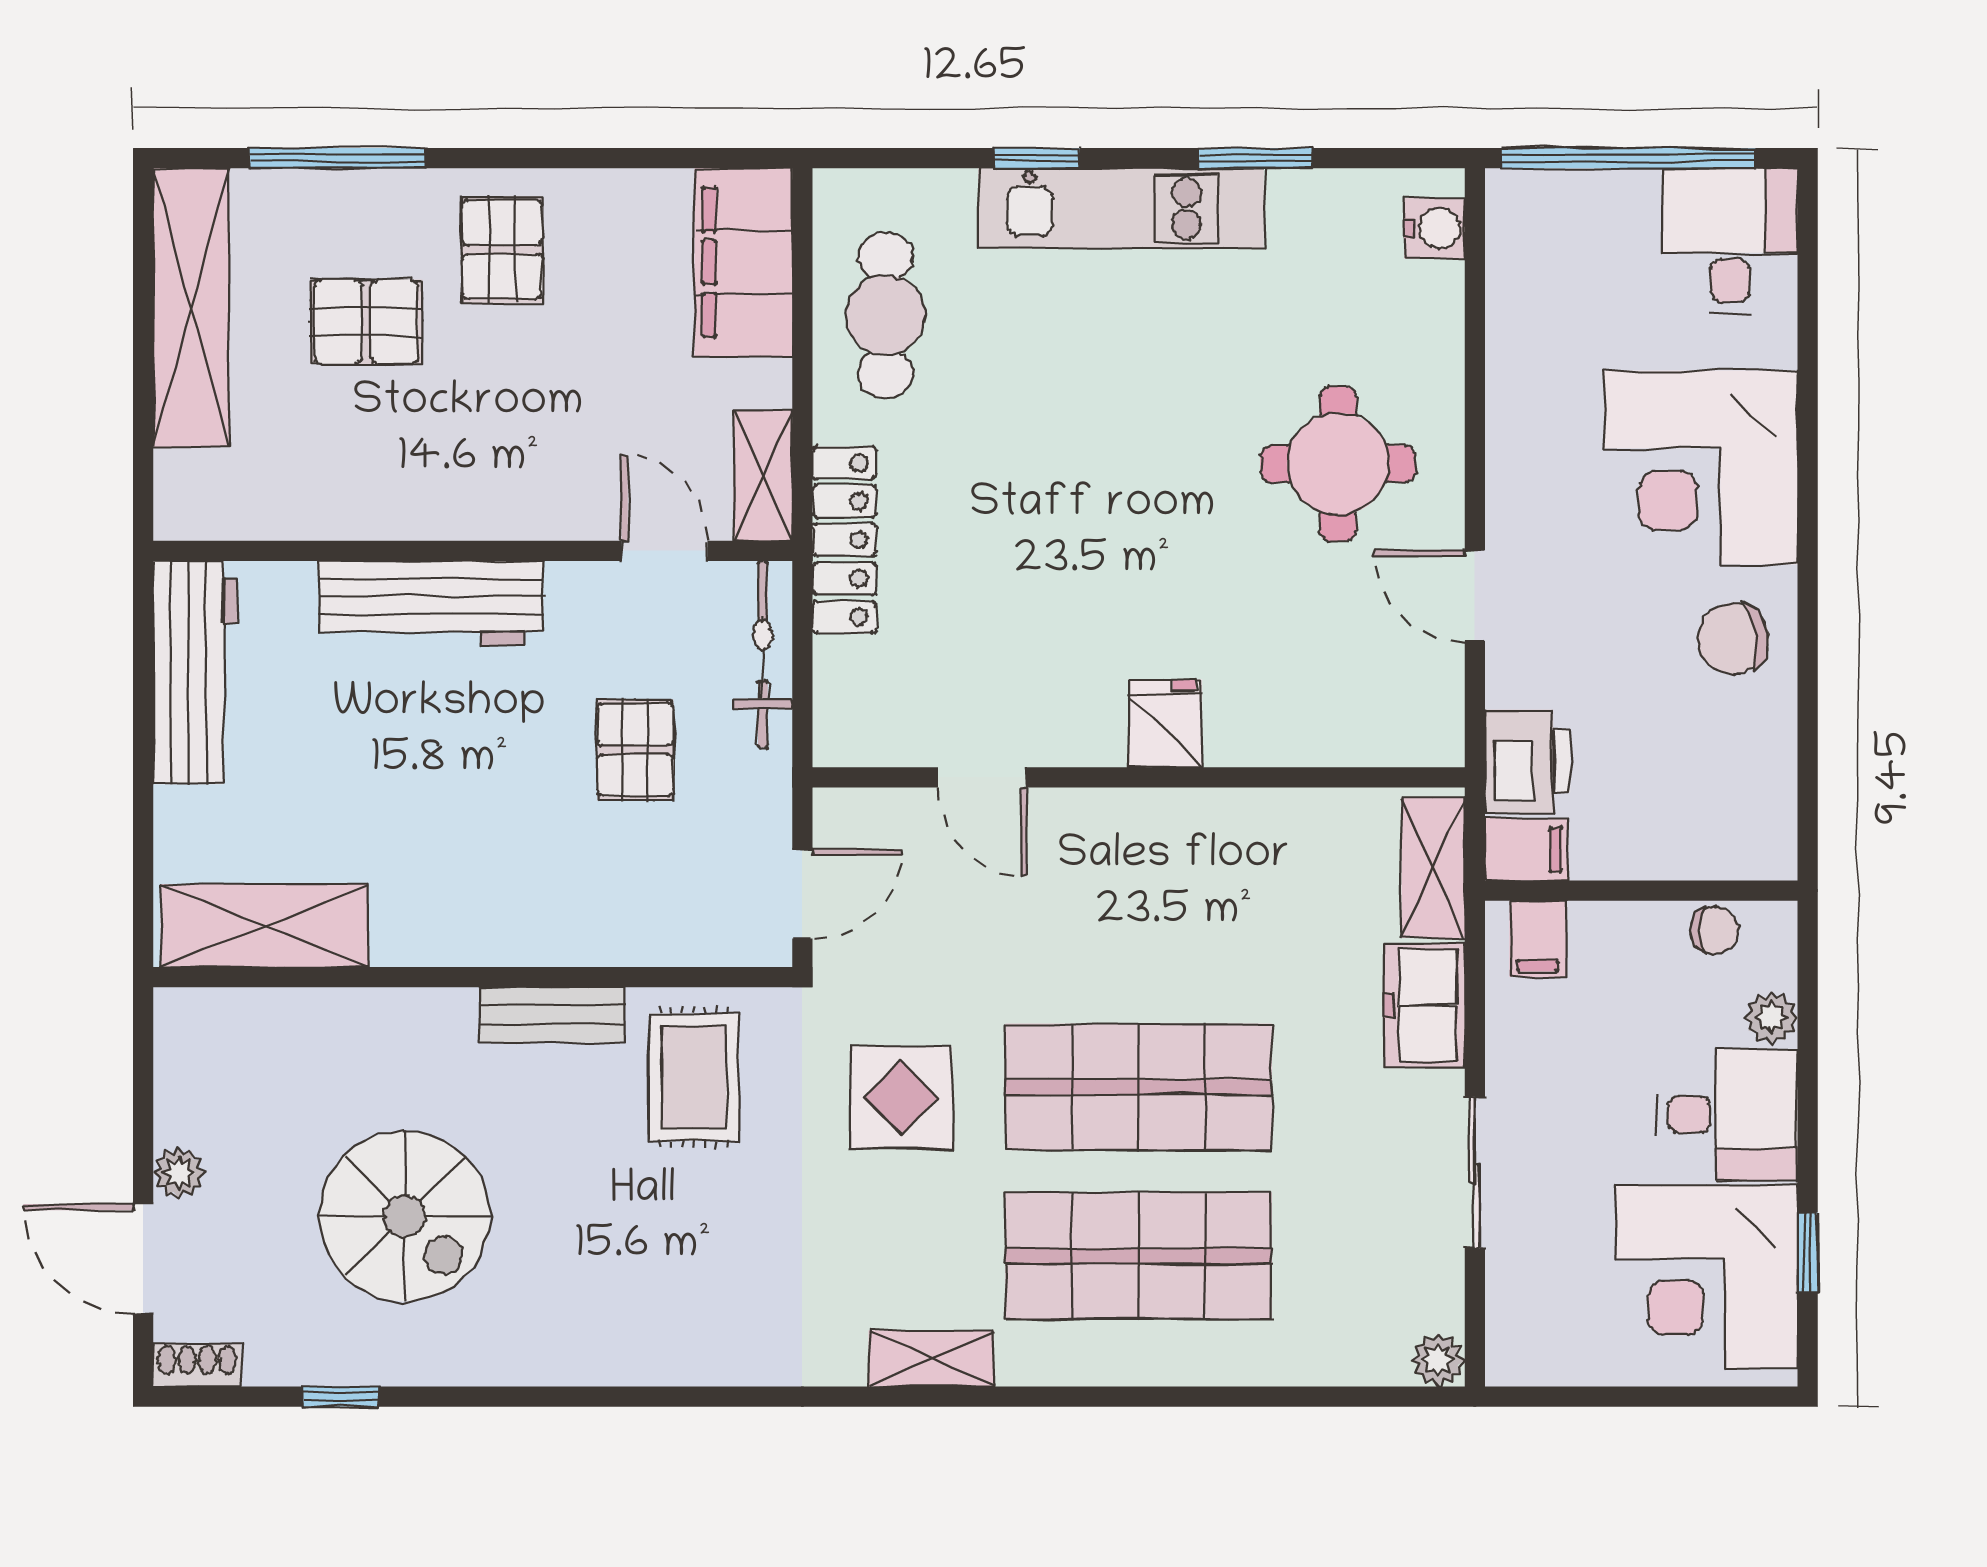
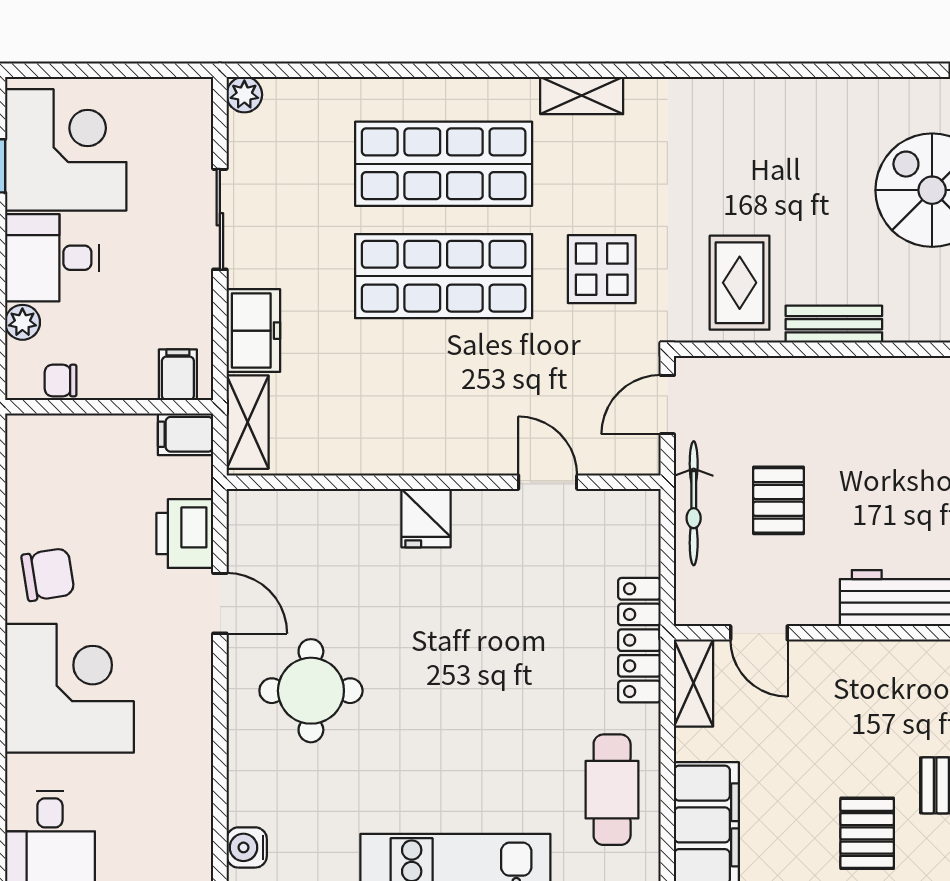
bicycle: (763, 654) -> (694, 503), moved
printer: (1528, 761) -> (185, 534), moved

